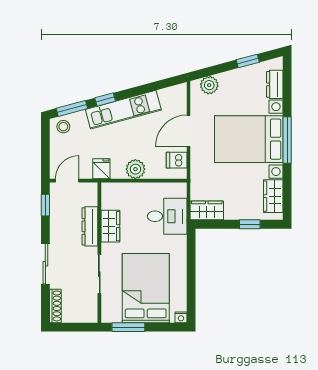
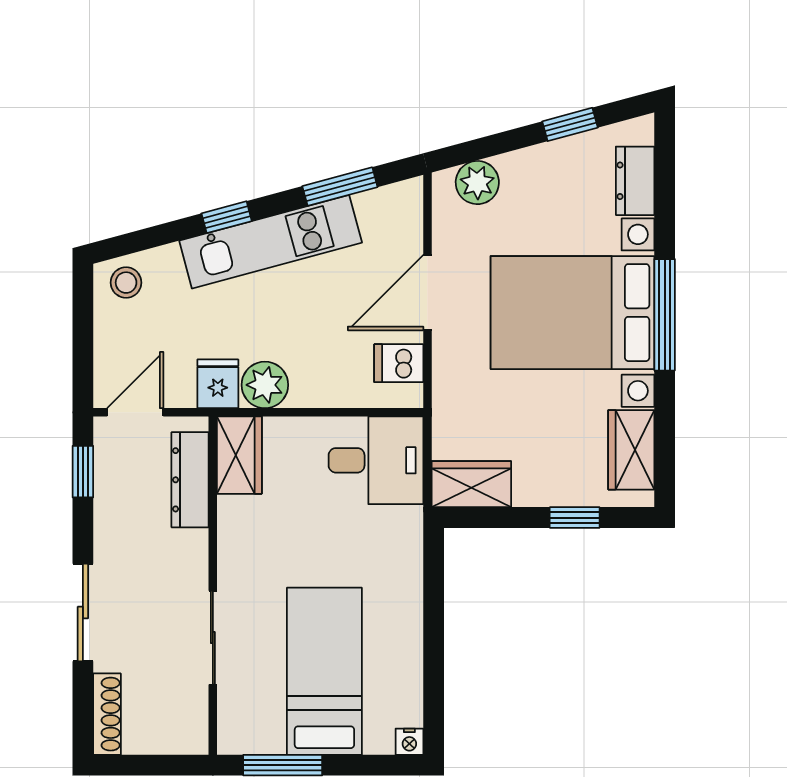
window: (72, 108) -> (340, 187), moved
plant: (135, 169) -> (265, 385), moved
desk: (167, 216) -> (376, 460), moved
dresser: (90, 226) -> (190, 480), moved
wardrobe: (110, 226) -> (239, 455), moved
bed: (146, 288) -> (324, 671), width x0.67

